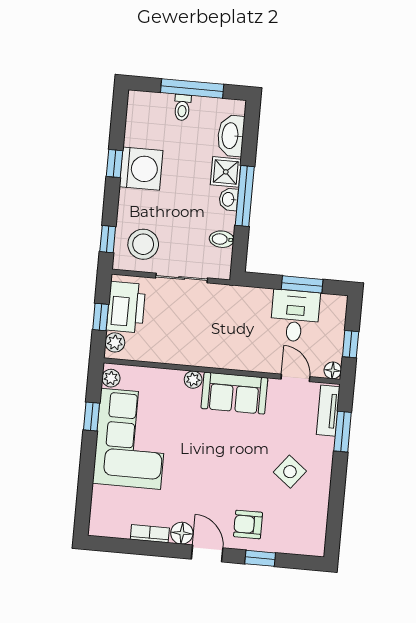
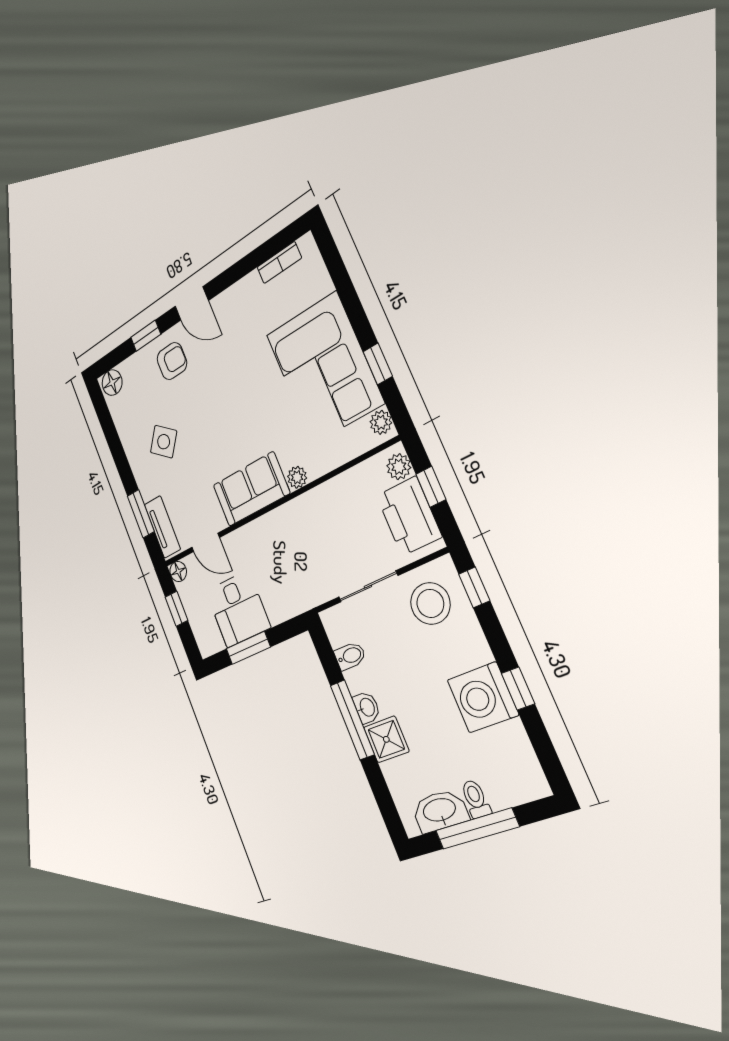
washbasin: (231, 136) -> (440, 811), moved, turned -90
floor lamp: (182, 533) -> (112, 383), moved
bookcase: (150, 534) -> (279, 263), moved

